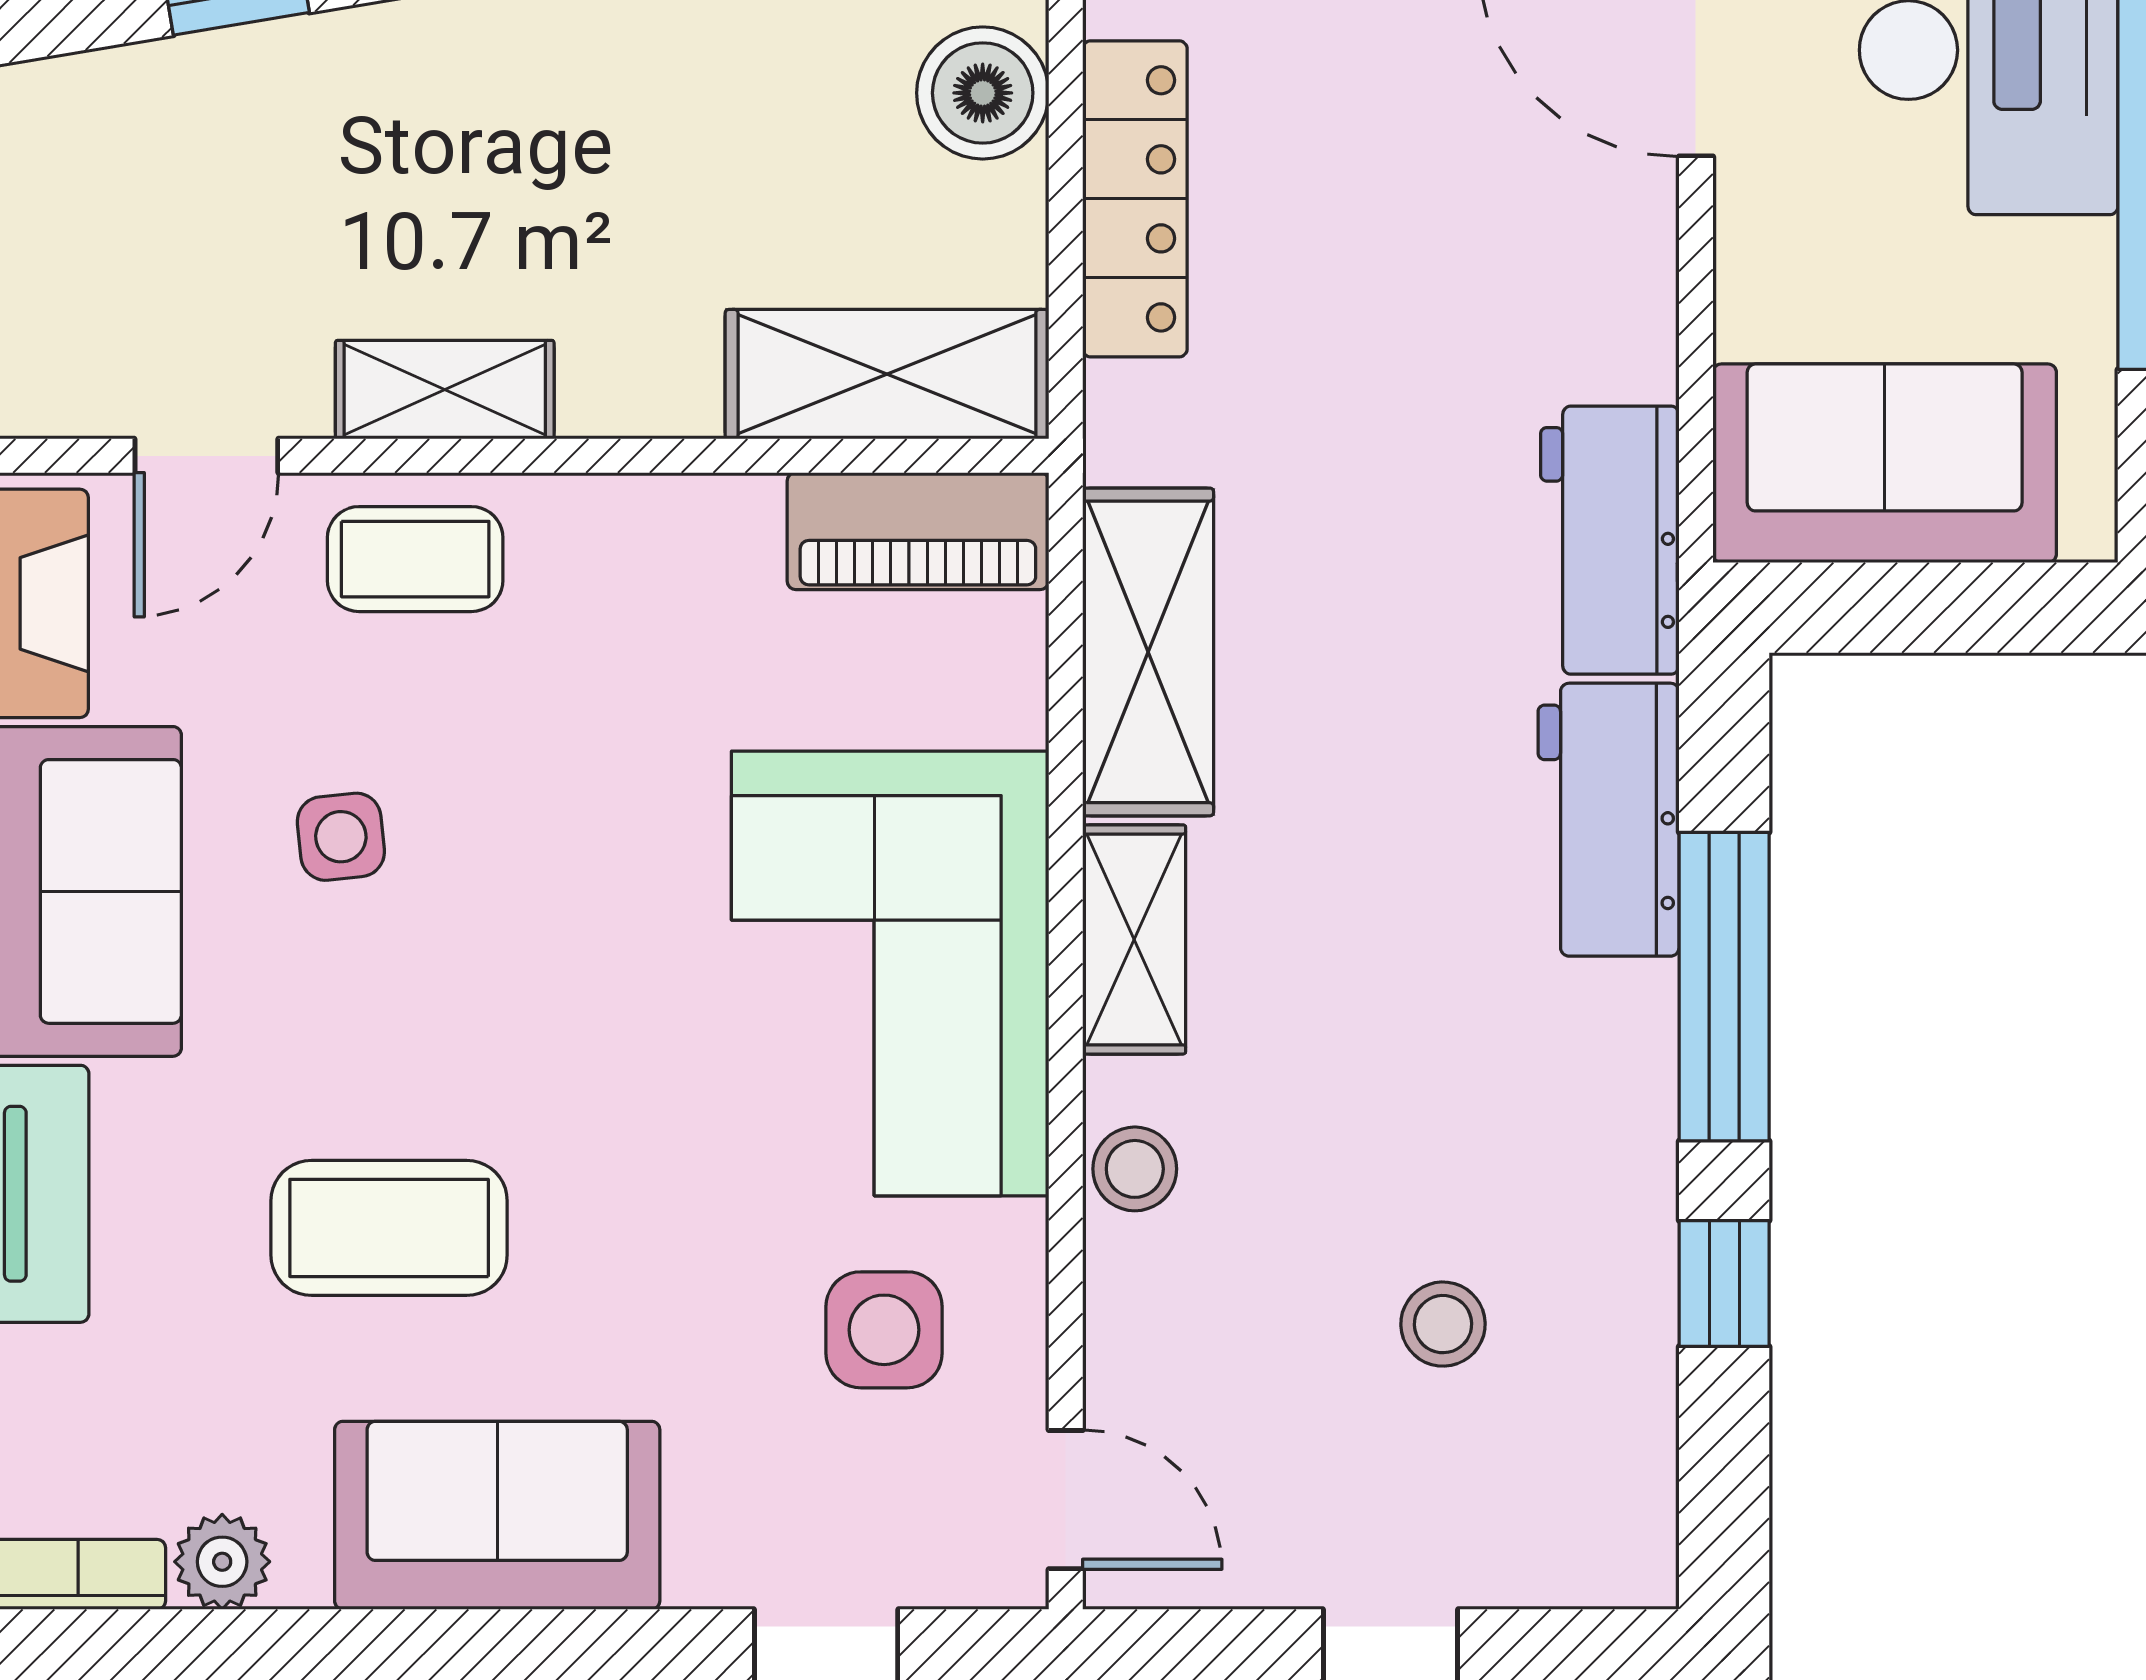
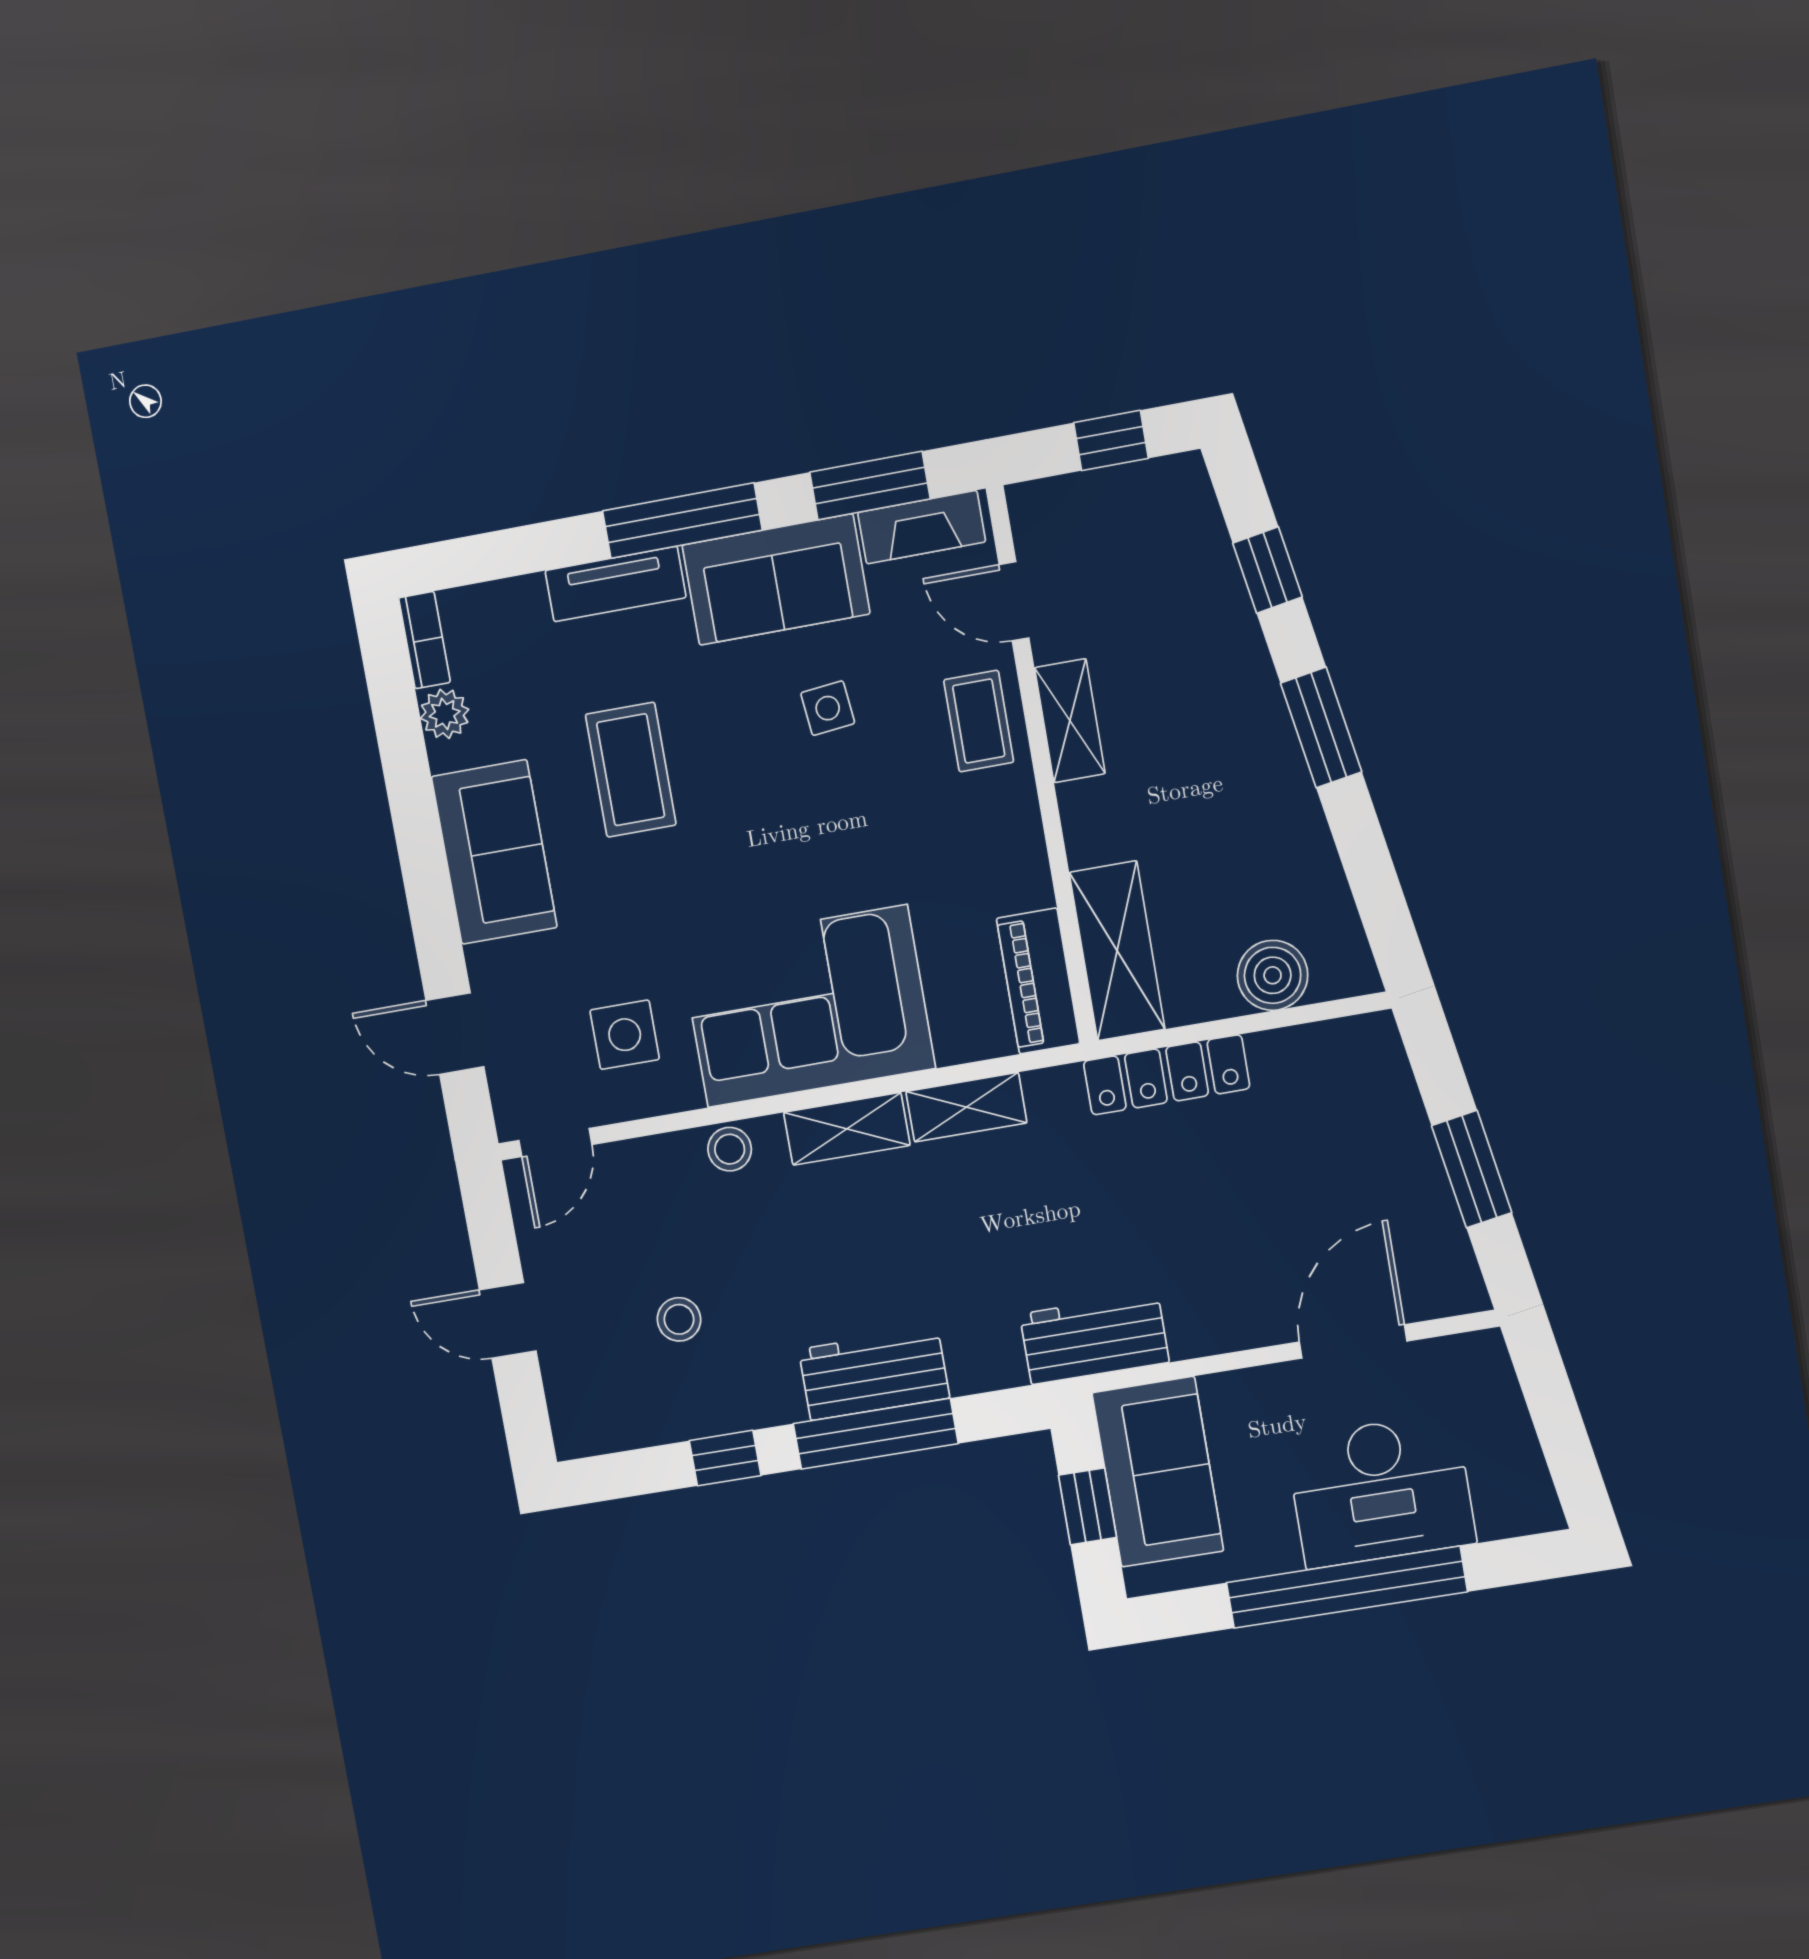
locker: (1135, 199) -> (1167, 1075), moved
window: (1929, 608) -> (1088, 1506), added
shelving: (1148, 652) -> (966, 1107), width x0.67, depth x0.75
workbench: (1609, 820) -> (874, 1374), moved

